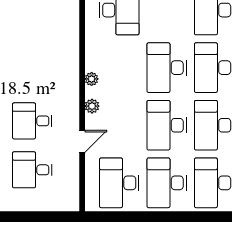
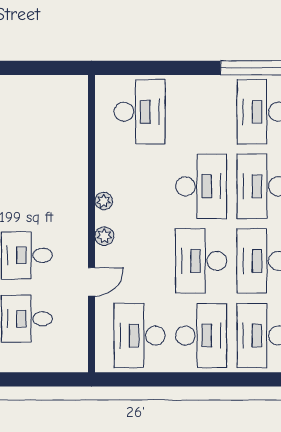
desk: (167, 68) -> (201, 186), turned 180
desk: (167, 183) -> (201, 336), turned 180

